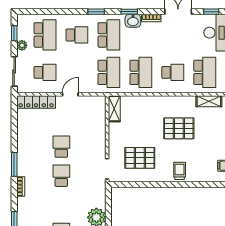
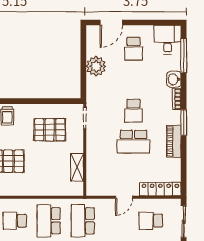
shelving: (114, 109) -> (77, 167), moved
piano: (24, 147) -> (174, 141), added
school desk: (61, 147) -> (134, 142), width x1.85
washbasin: (23, 205) -> (174, 79), added

